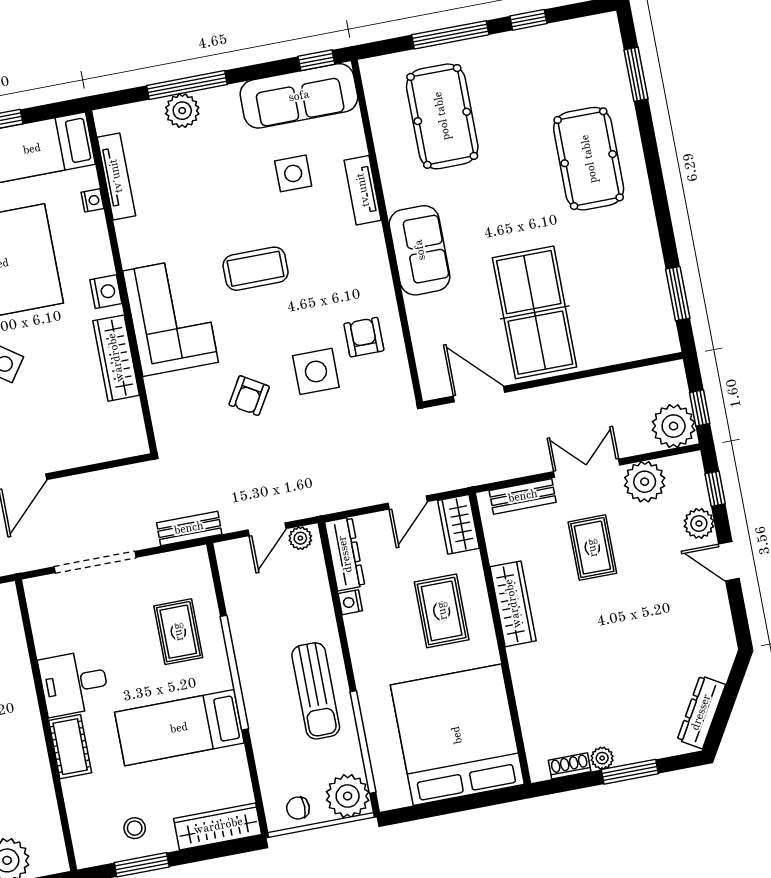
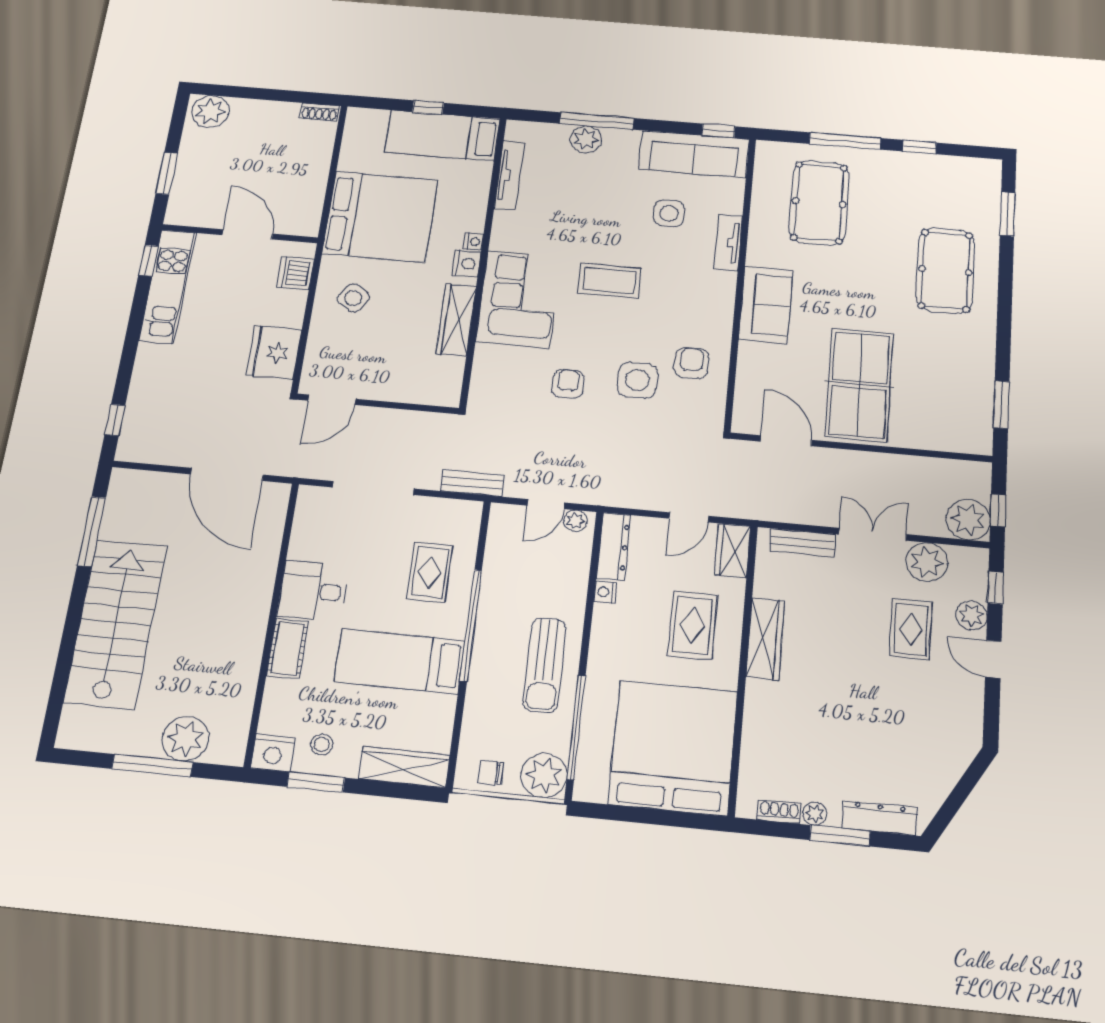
nightstand: (92, 200) -> (474, 241), moved
armchair: (249, 396) -> (568, 384), turned 149
rug: (592, 548) -> (911, 629), moved
dresser: (701, 712) -> (880, 818), moved, turned 59
nightstand: (93, 849) -> (273, 753), added

